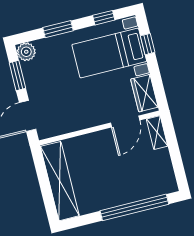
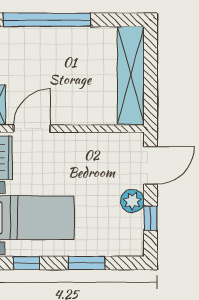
plant: (26, 52) -> (132, 201), moved
window: (17, 76) -> (150, 218), width x0.67

